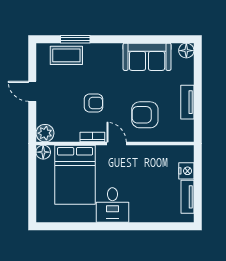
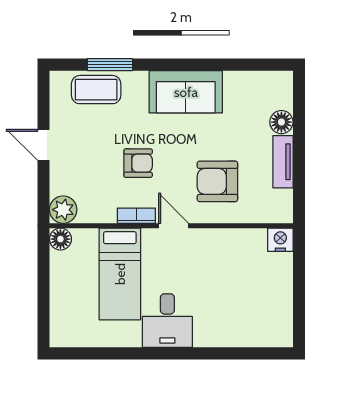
floor lamp: (186, 51) -> (281, 122), moved
sofa: (147, 57) -> (186, 92), moved
nightstand: (186, 171) -> (280, 240), moved, turned -90
bed: (75, 175) -> (120, 274), width x0.67
tv unit: (188, 197) -> (283, 308), removed

